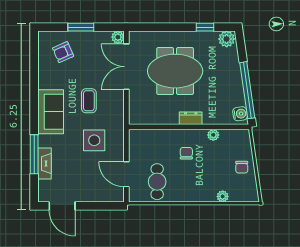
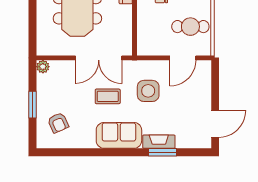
double door: (126, 67) -> (99, 58), moved
window: (34, 154) -> (163, 152), width x0.69
fireplace: (45, 163) -> (159, 142), moved

